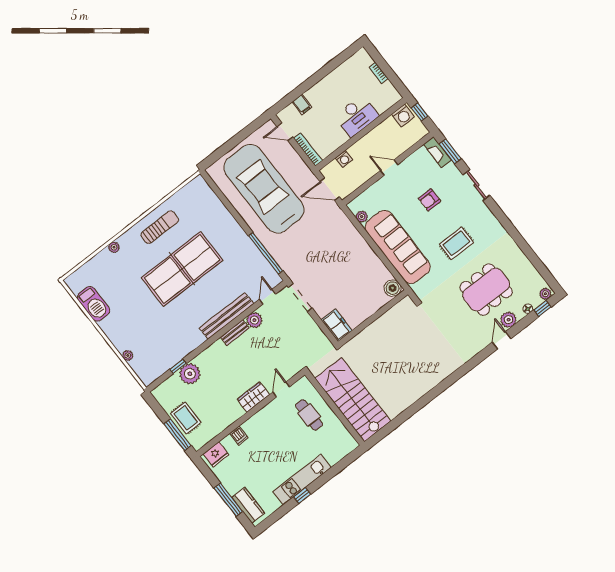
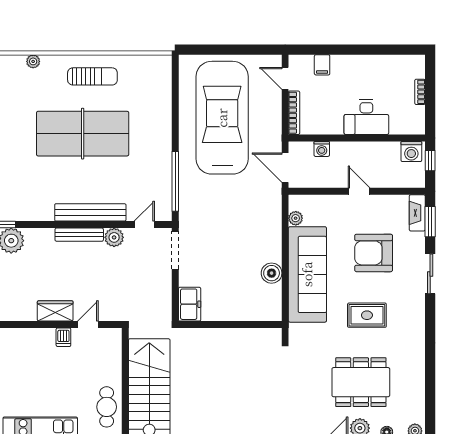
armchair: (430, 200) -> (374, 253), width x1.88, depth x1.88
boiler: (393, 288) -> (272, 273), moved
bench: (235, 333) -> (79, 235), width x1.36
cafe table: (309, 415) -> (107, 407), moved
dishwasher: (239, 436) -> (63, 337), moved

